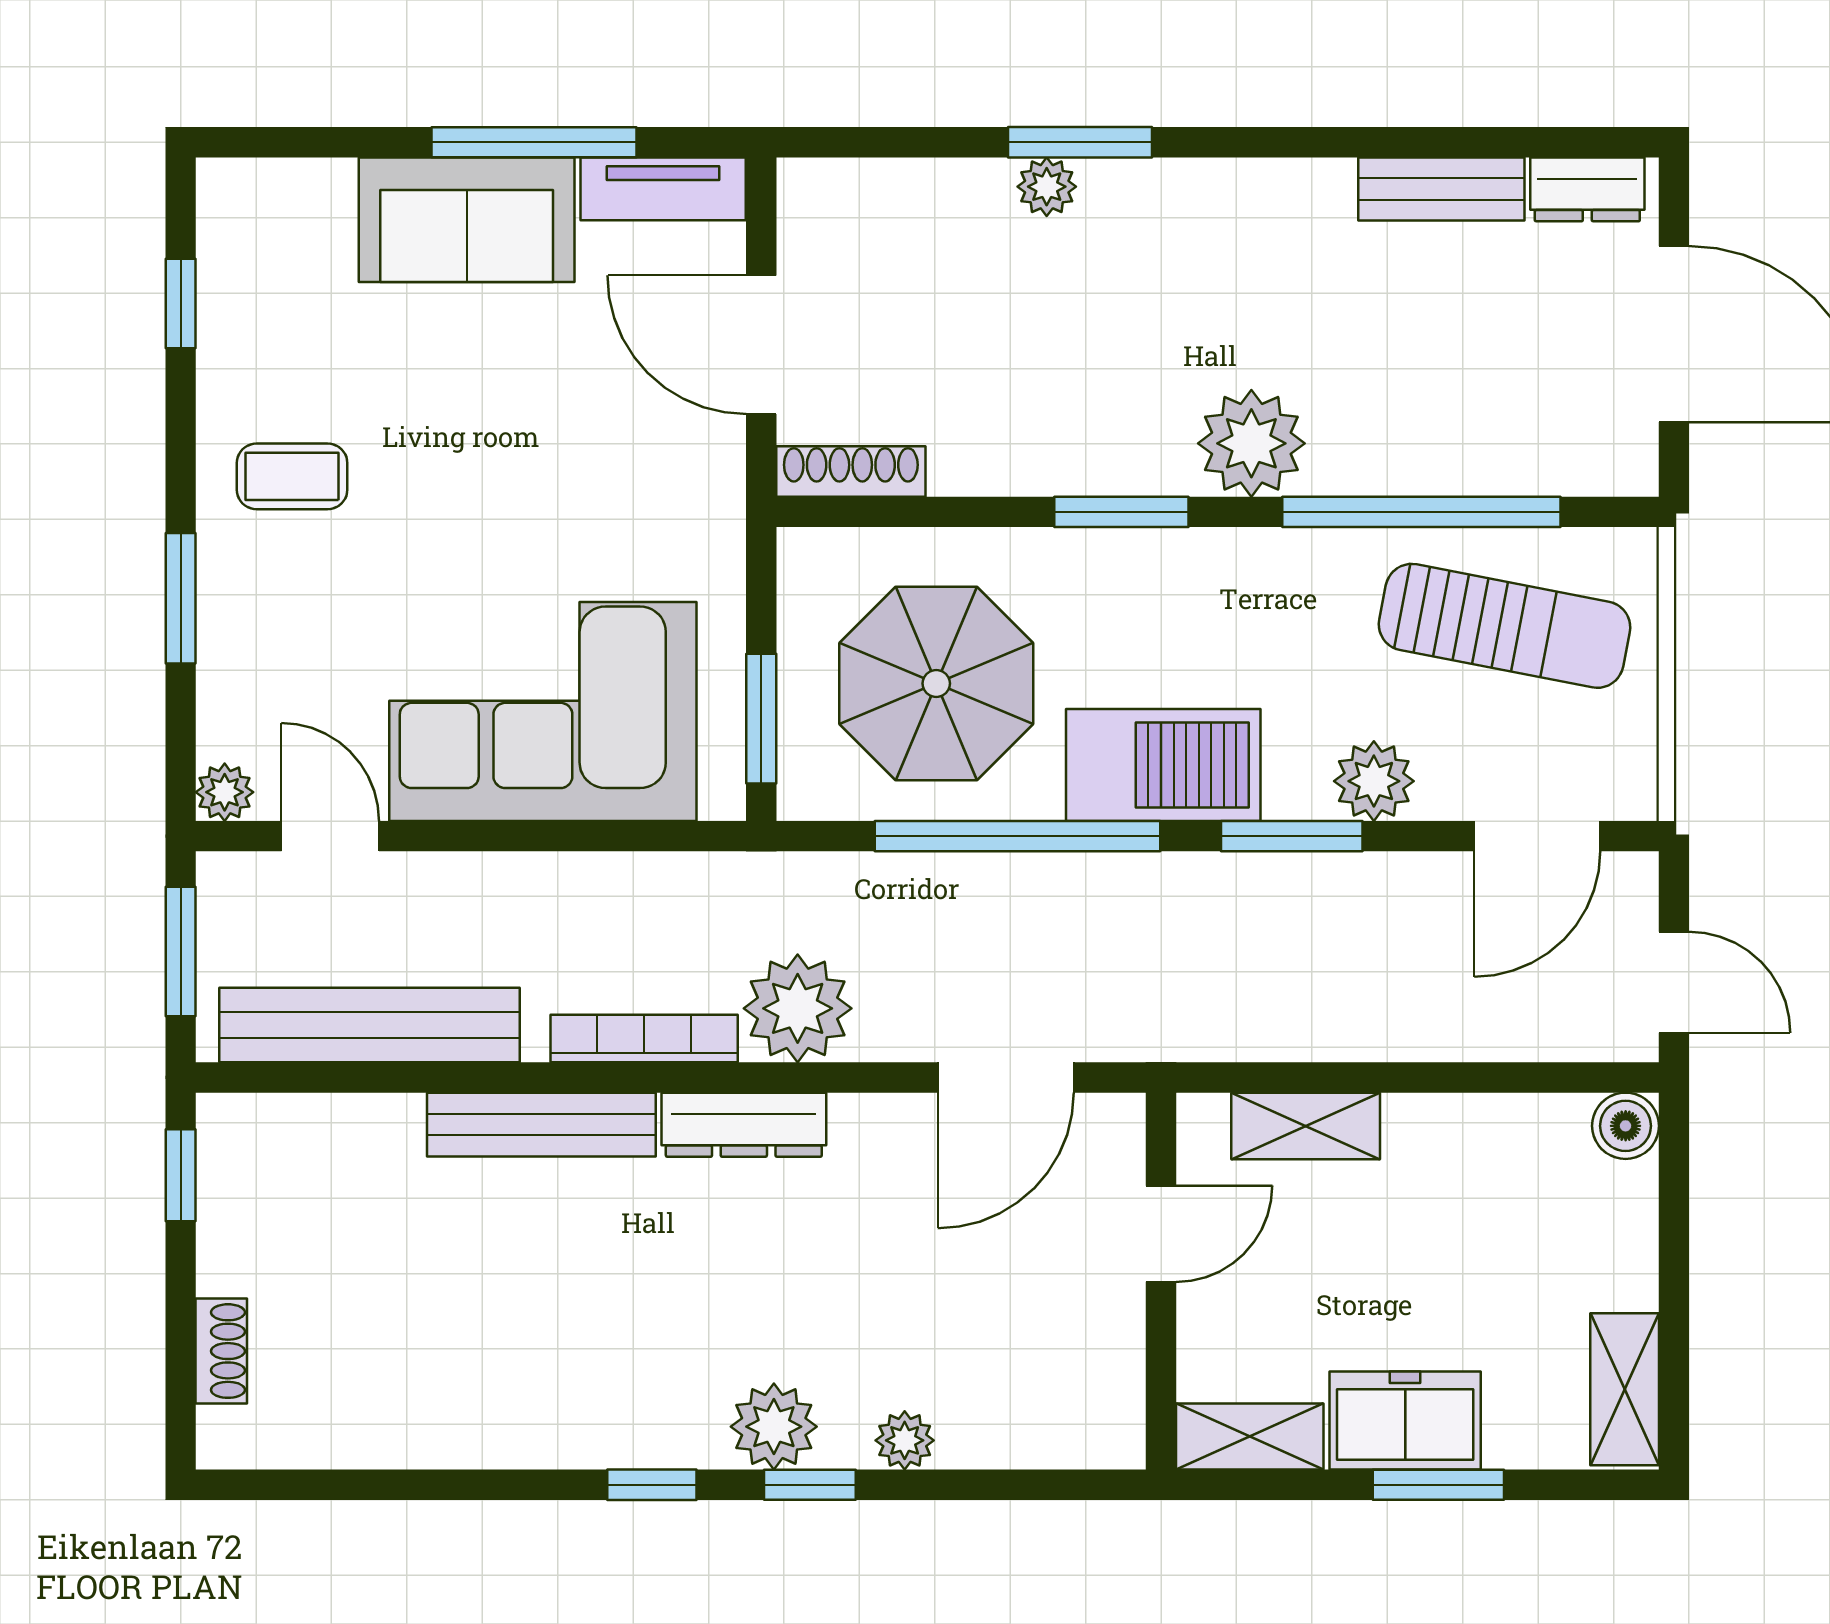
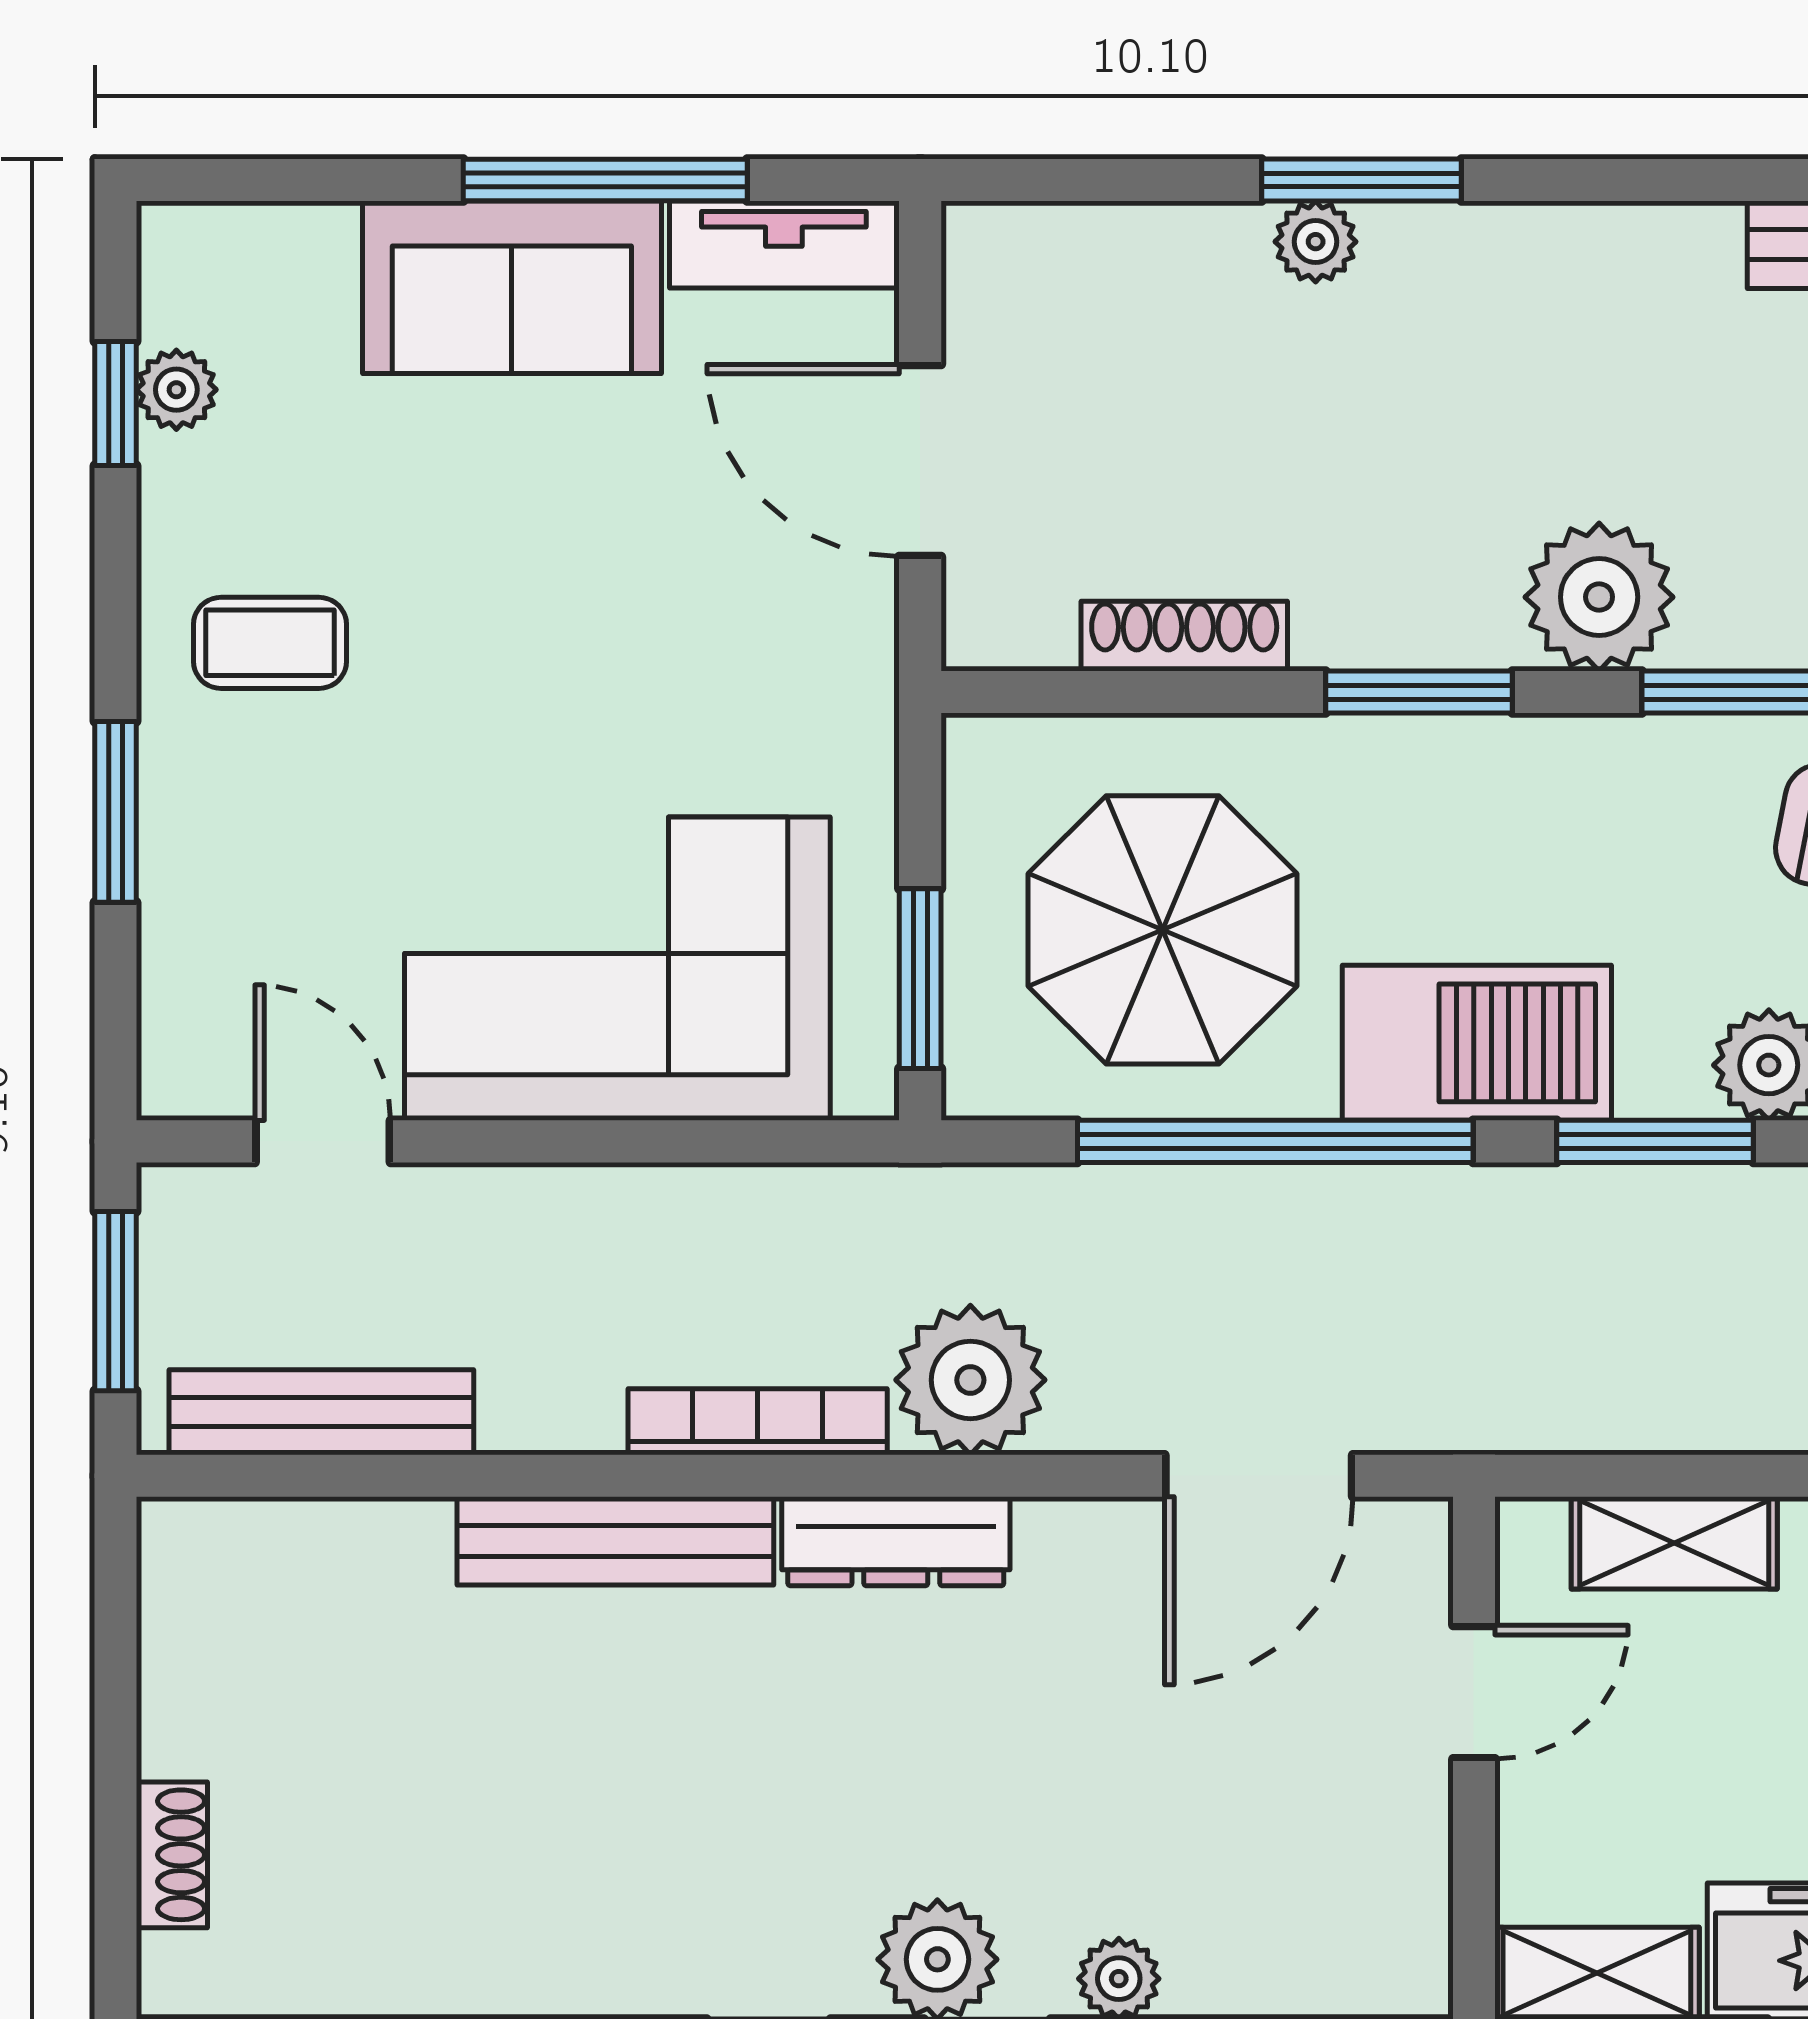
shoe rack: (851, 471) -> (1184, 636), moved
plant: (225, 792) -> (176, 390), moved
bench: (369, 1025) -> (321, 1412), width x0.73, depth x0.82
window: (181, 1175) -> (116, 1611), removed

